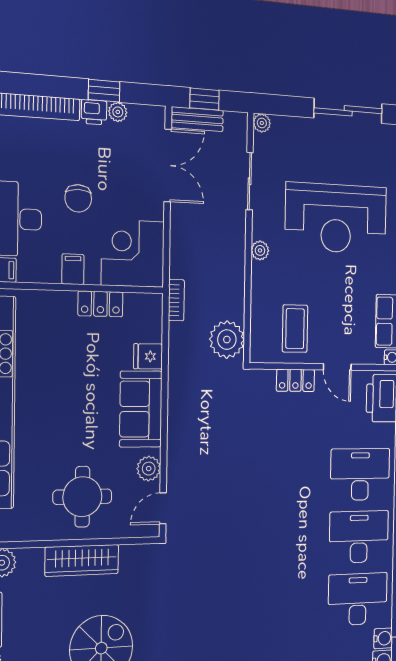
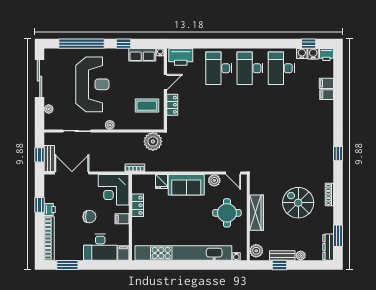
plant: (118, 112) -> (49, 198), removed
plant: (262, 123) -> (49, 109), moved

